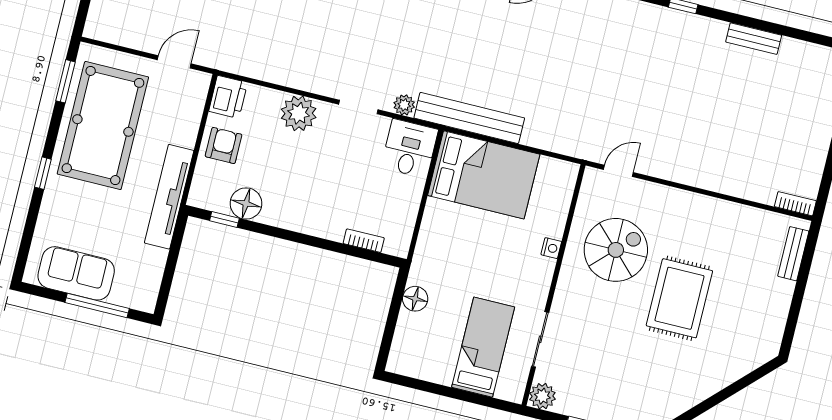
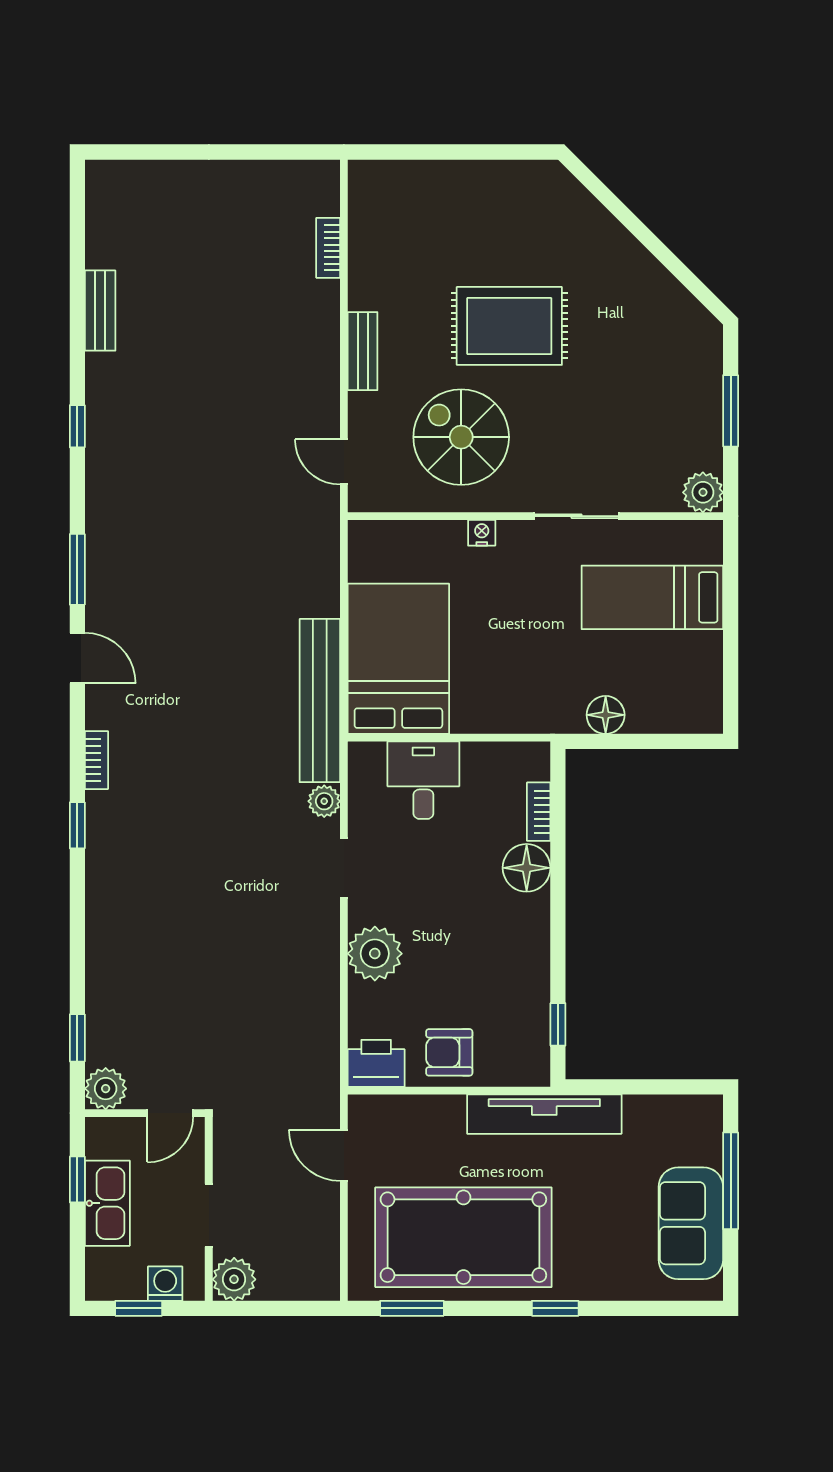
desk: (410, 149) -> (423, 780), moved, turned 90
floor lamp: (246, 203) -> (527, 868), moved
bookcase: (795, 204) -> (328, 248), moved
bench: (793, 254) -> (363, 351), moved, turned 90
sliding door: (540, 339) -> (576, 516), moved

